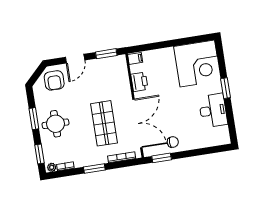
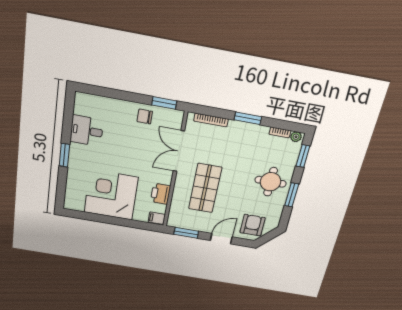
corner desk: (197, 64) -> (111, 195), moved
desk: (213, 110) -> (87, 131), width x0.73
shop shelf: (104, 123) -> (205, 188), moved
double door: (137, 123) -> (179, 151), width x0.73

